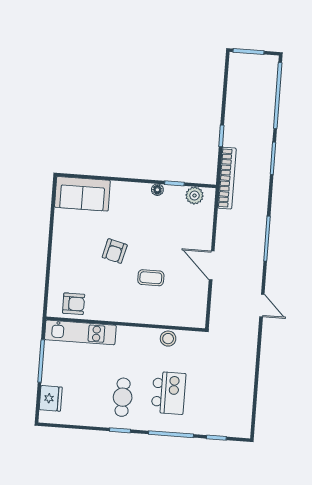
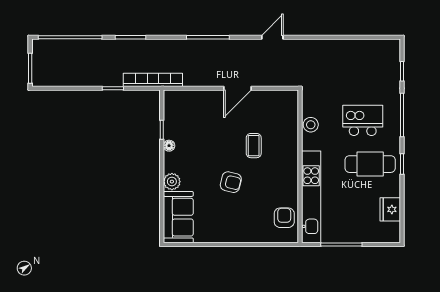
plant: (195, 196) -> (172, 182), moved
kitchen unit: (80, 332) -> (311, 197), width x1.36
cafe table: (123, 397) -> (370, 164), width x1.37, depth x1.35
fridge: (51, 398) -> (390, 209), moved, turned -90

